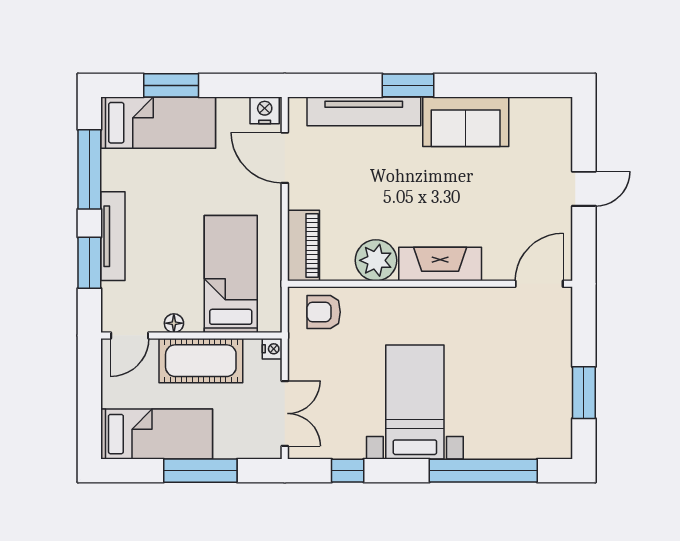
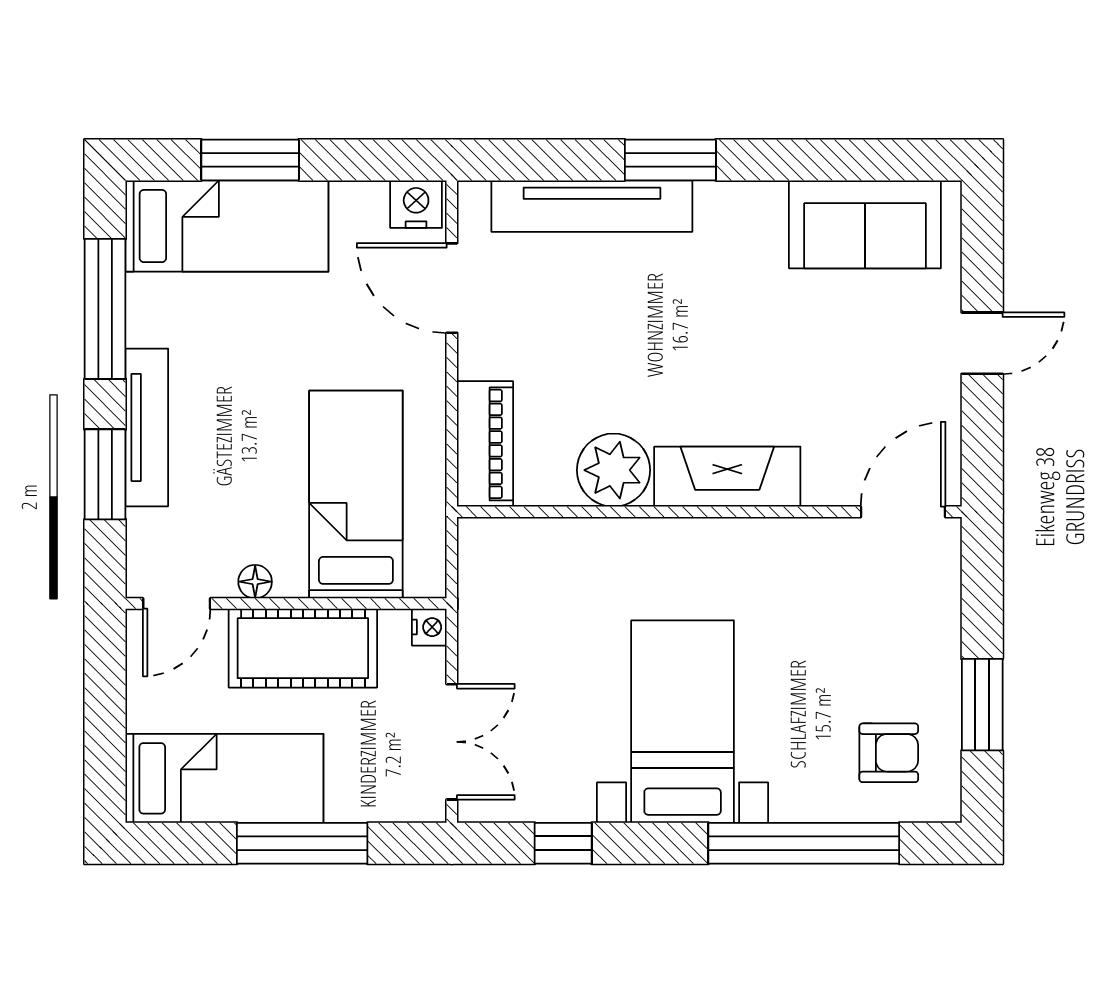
sofa: (466, 122) -> (865, 224), moved
armchair: (324, 312) -> (889, 753), moved, turned 180

